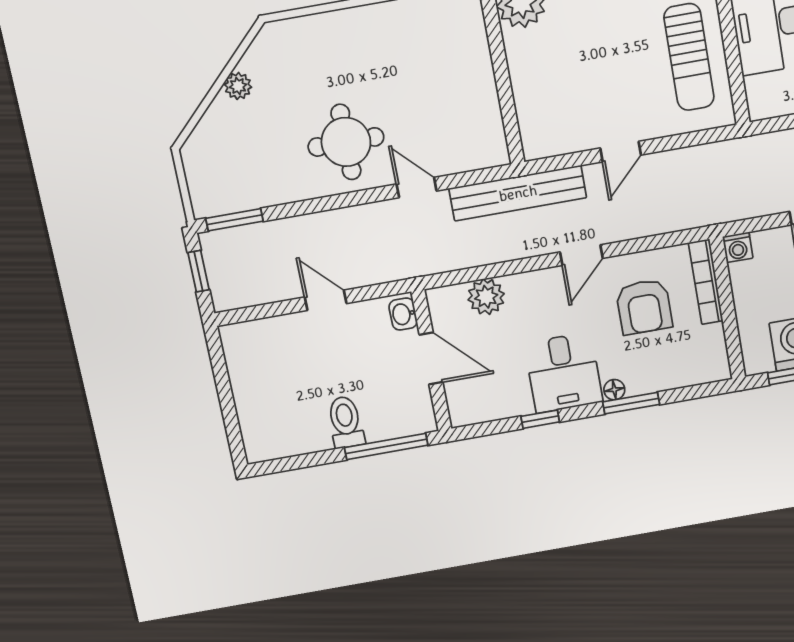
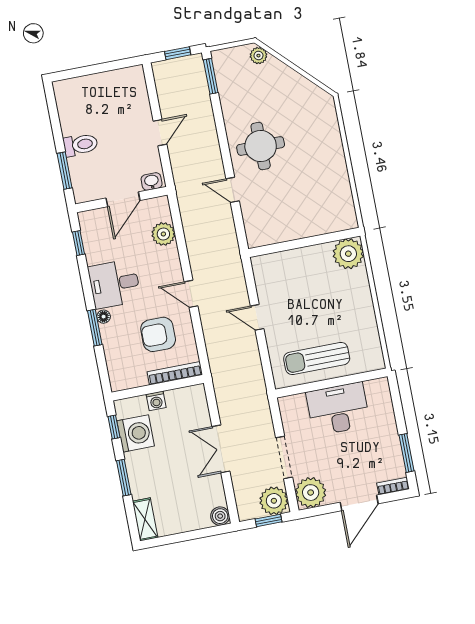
plant: (238, 86) -> (258, 56), moved
door: (417, 188) -> (233, 190), swing flipped
bench: (518, 193) -> (230, 253), removed
washing machine: (738, 247) -> (156, 401), moved, turned -90
window: (540, 419) -> (78, 243), moved
window: (386, 446) -> (65, 171), width x0.69

